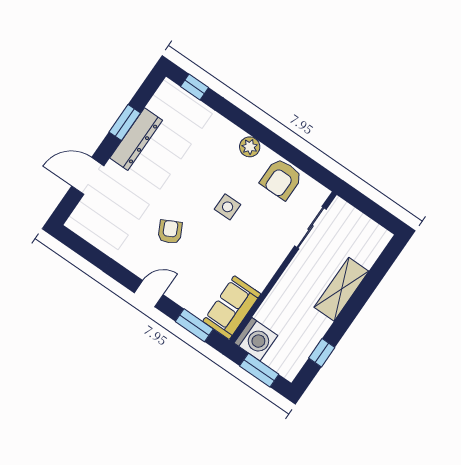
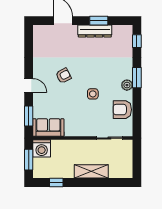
window: (249, 125) -> (137, 78), added

